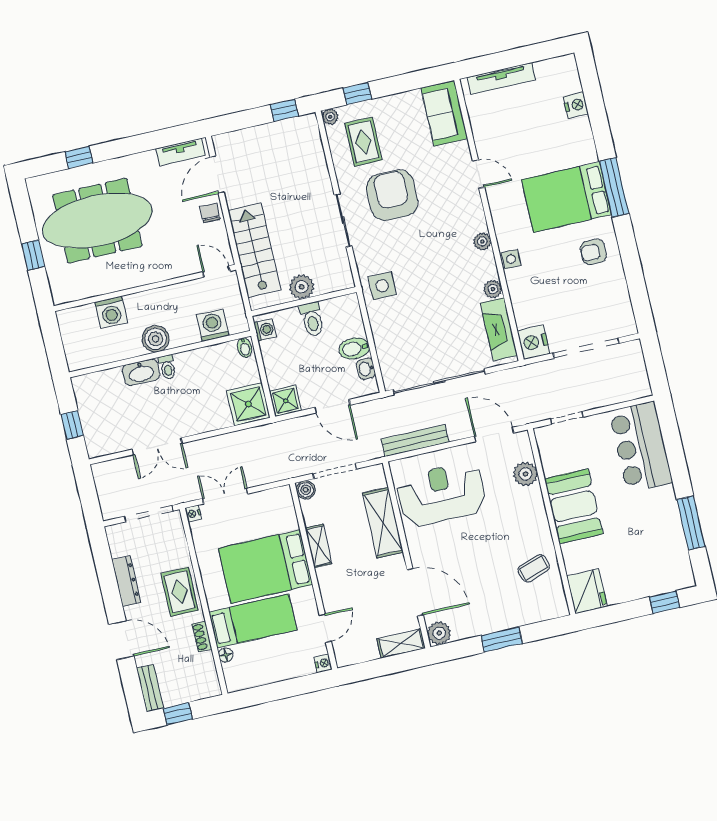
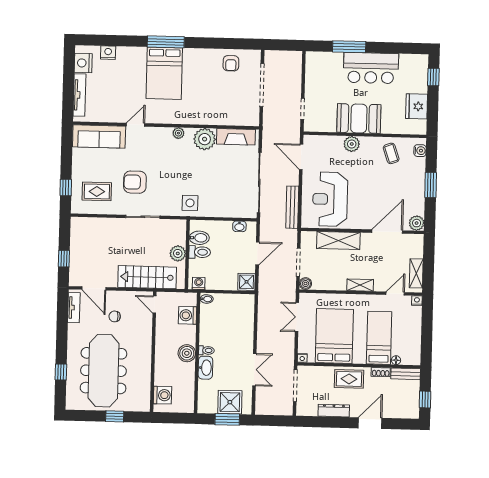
window: (284, 110) -> (64, 259), moved
sofa: (444, 113) -> (99, 136), width x1.36
plant: (330, 117) -> (76, 208), removed
armchair: (392, 195) -> (135, 182), width x0.73, depth x0.73
chair: (210, 213) -> (115, 316), moved
armchair: (593, 252) -> (231, 63), moved
side table: (511, 259) -> (194, 118), removed
door: (216, 272) -> (154, 305), hinge flipped
plant: (493, 289) -> (205, 139), width x1.87, depth x1.87
washing machine: (111, 312) -> (163, 395), moved
nightstand: (533, 342) -> (83, 63), moved, turned 90
bidet: (354, 349) -> (199, 238), moved, turned -90
shower: (248, 404) -> (230, 402), moved
window: (72, 425) -> (227, 419), width x1.50
door: (494, 435) -> (301, 157), hinge flipped
bar counter: (641, 447) -> (371, 68), moved
plant: (526, 474) -> (352, 144), moved
double door: (225, 496) -> (297, 317), moved
window: (691, 523) -> (349, 47), moved
shelving: (318, 546) -> (360, 285), moved
bed: (265, 567) -> (334, 336), moved, turned 180
fridge: (587, 591) -> (417, 106), moved, turned -90
water cooler: (549, 610) -> (420, 151), added
door: (325, 628) -> (395, 294), hinge flipped
shelving: (401, 643) -> (416, 273), moved
bench: (150, 688) -> (406, 374), moved

